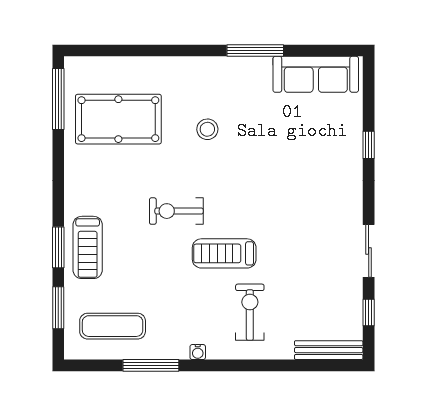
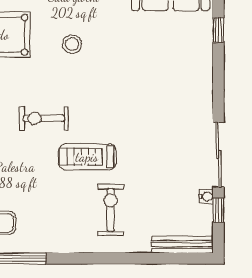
window: (369, 145) -> (218, 30), moved
sliding door: (369, 251) -> (218, 155), width x1.37
water cooler: (198, 352) -> (206, 197), moved, turned -90

